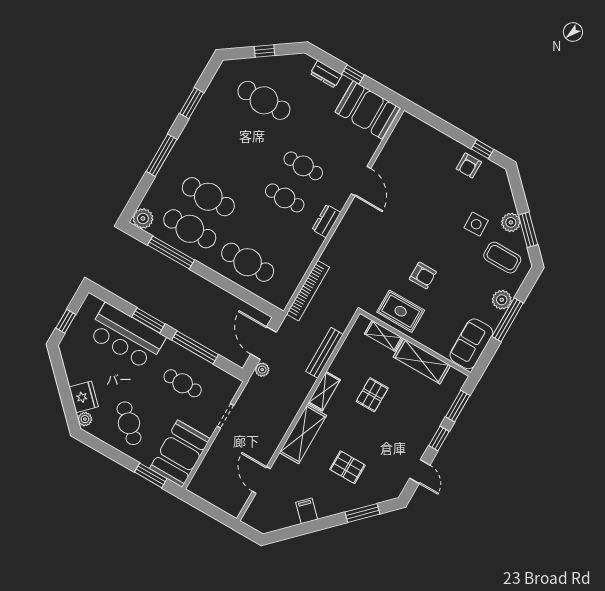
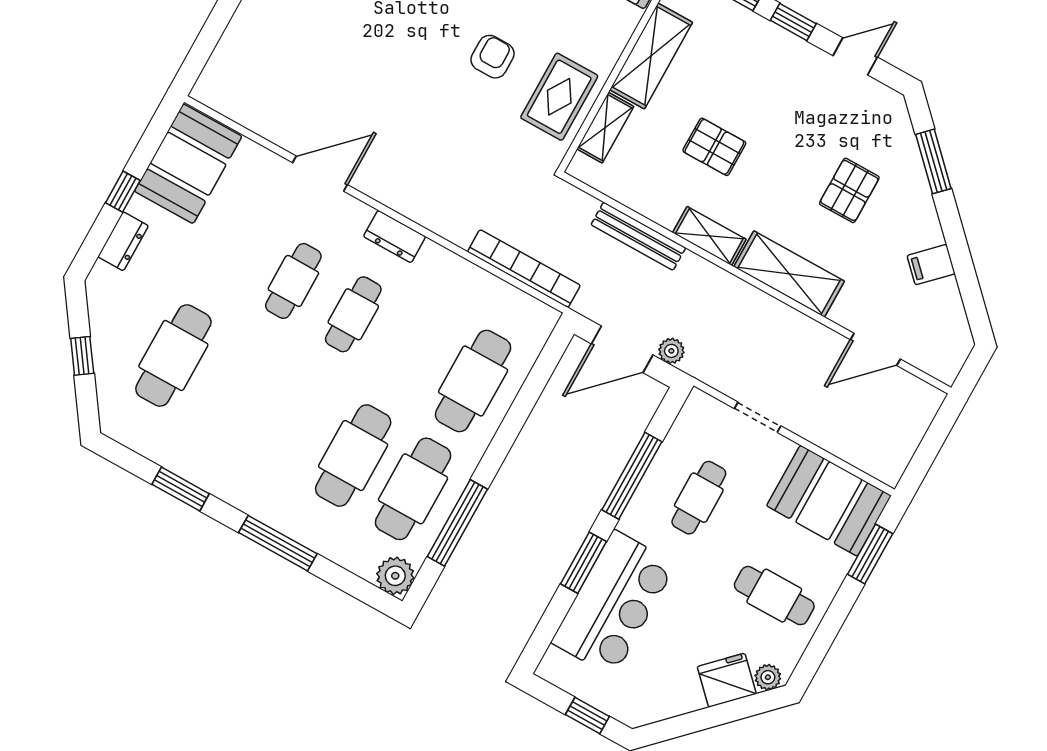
cafe table: (129, 423) -> (774, 596), turned 47

